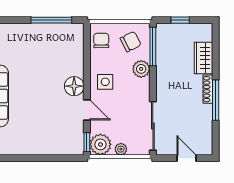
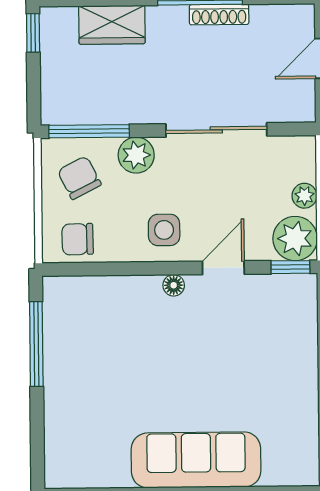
window: (180, 20) -> (33, 33), moved
floor lamp: (74, 86) -> (174, 285), width x0.53, depth x0.53
shoe rack: (208, 89) -> (219, 15), moved
sliding door: (153, 126) -> (216, 130), moved

